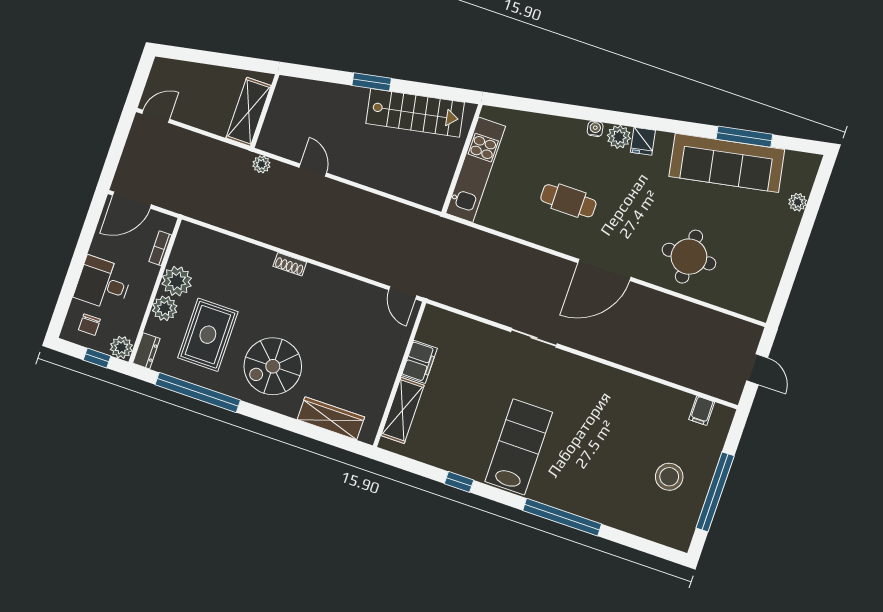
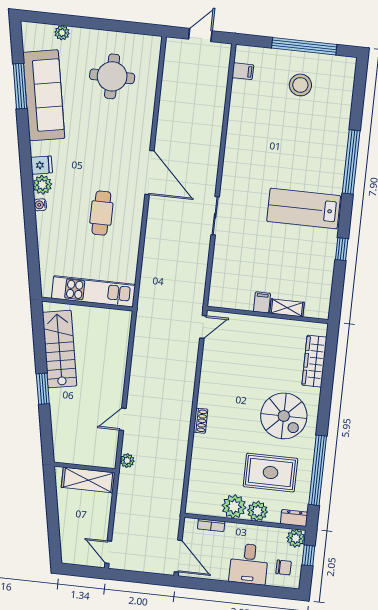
round table: (689, 257) -> (112, 76), moved
filing cabinet: (419, 362) -> (262, 302), width x0.50
shelving: (403, 410) -> (287, 308), width x0.67, depth x0.75

